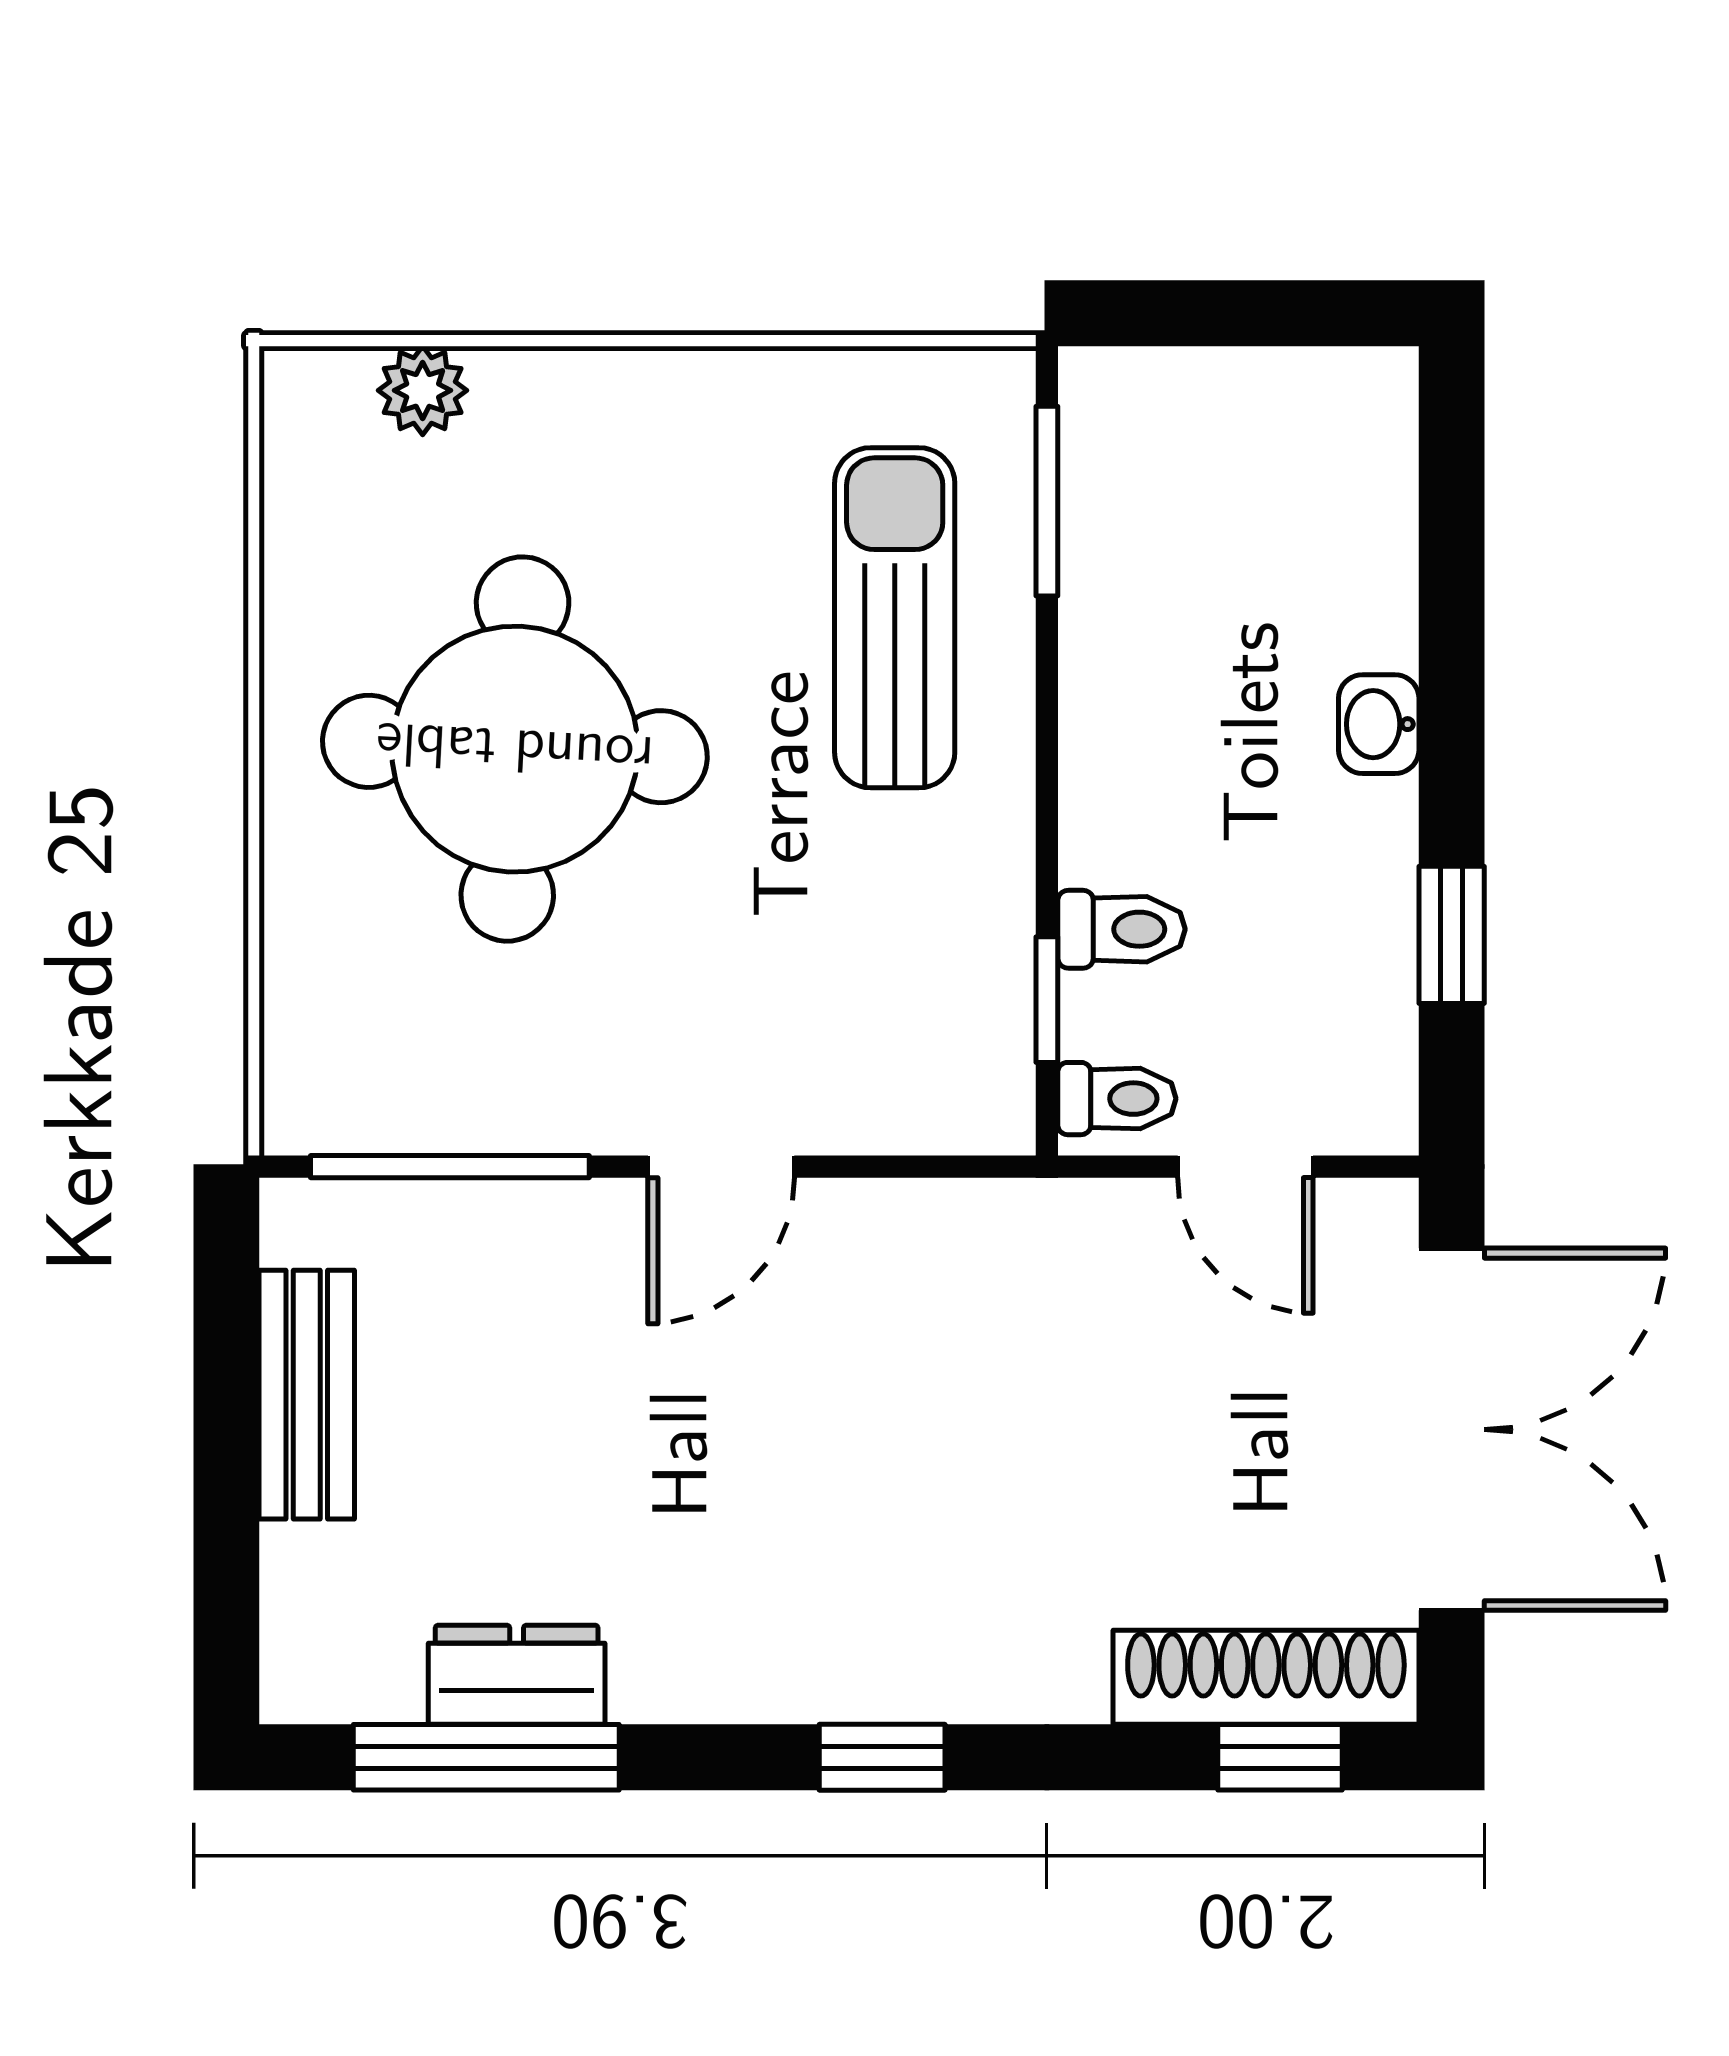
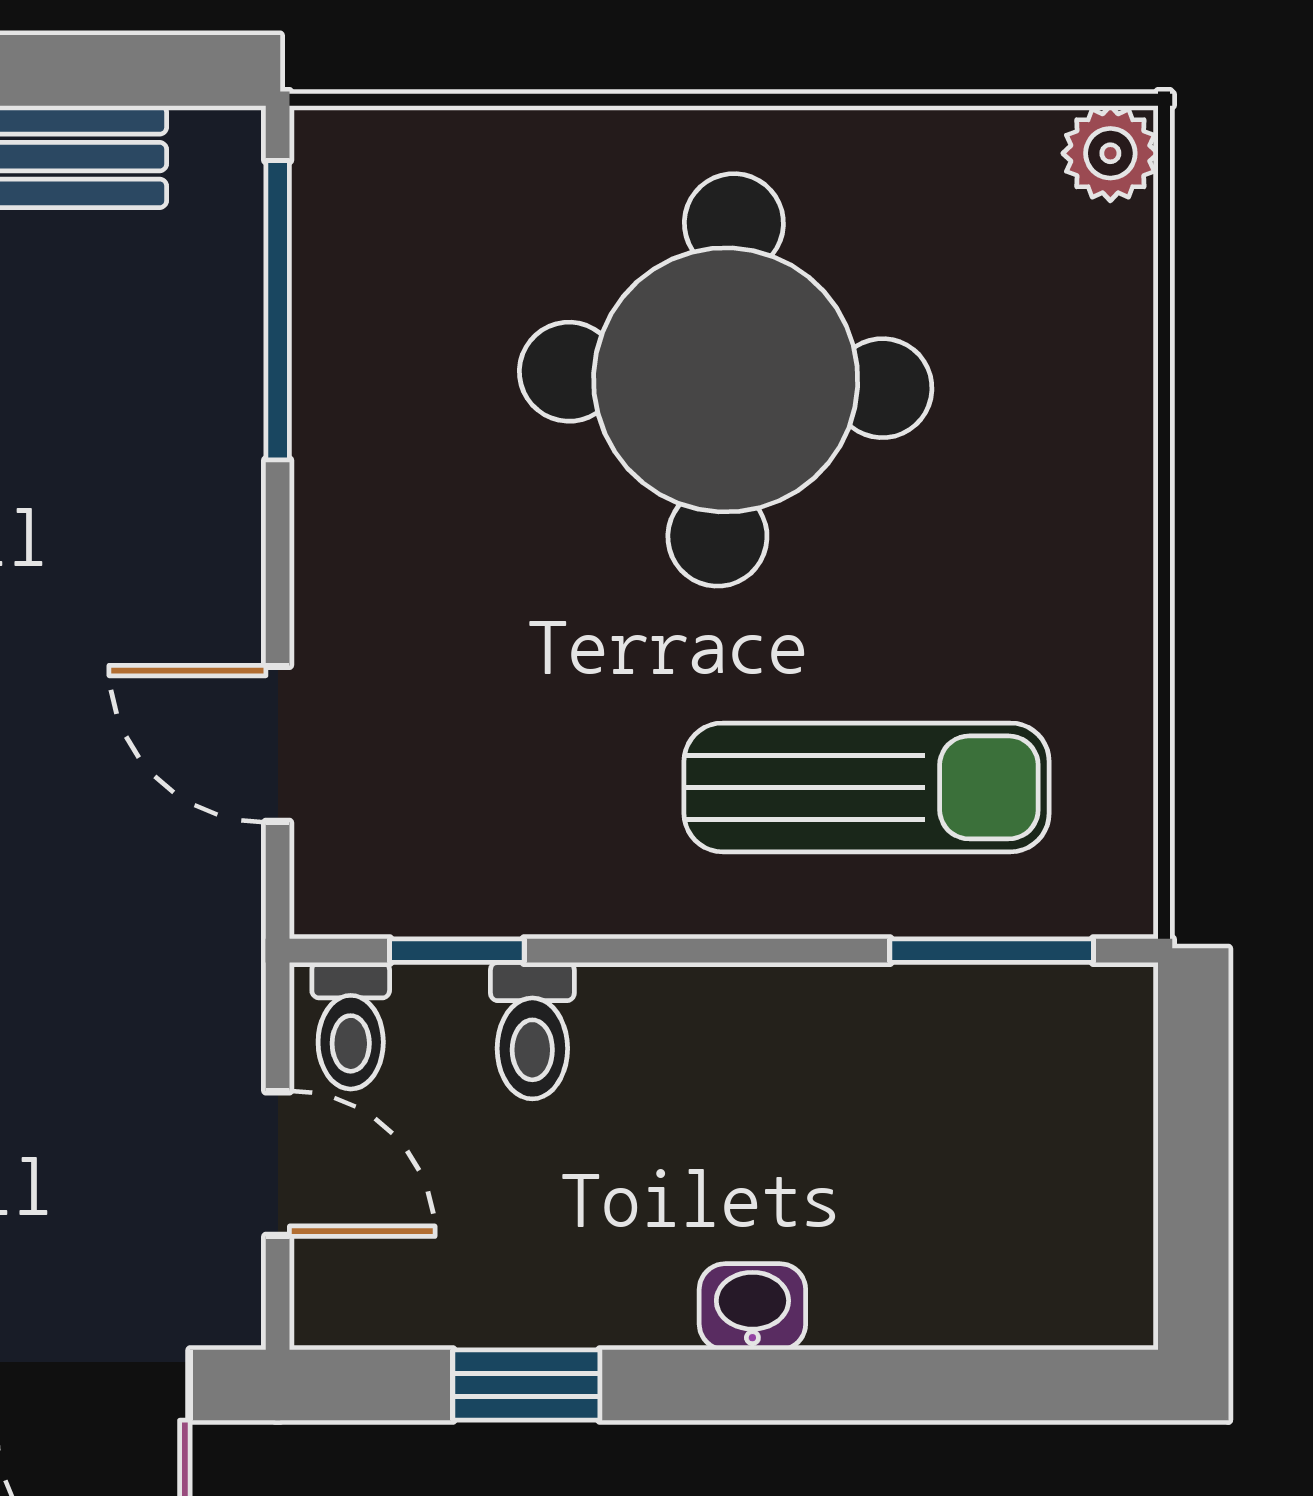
plant: (423, 390) -> (1110, 153), moved
door: (721, 1167) -> (278, 744), moved
door: (1245, 1167) -> (278, 1164), swing flipped

